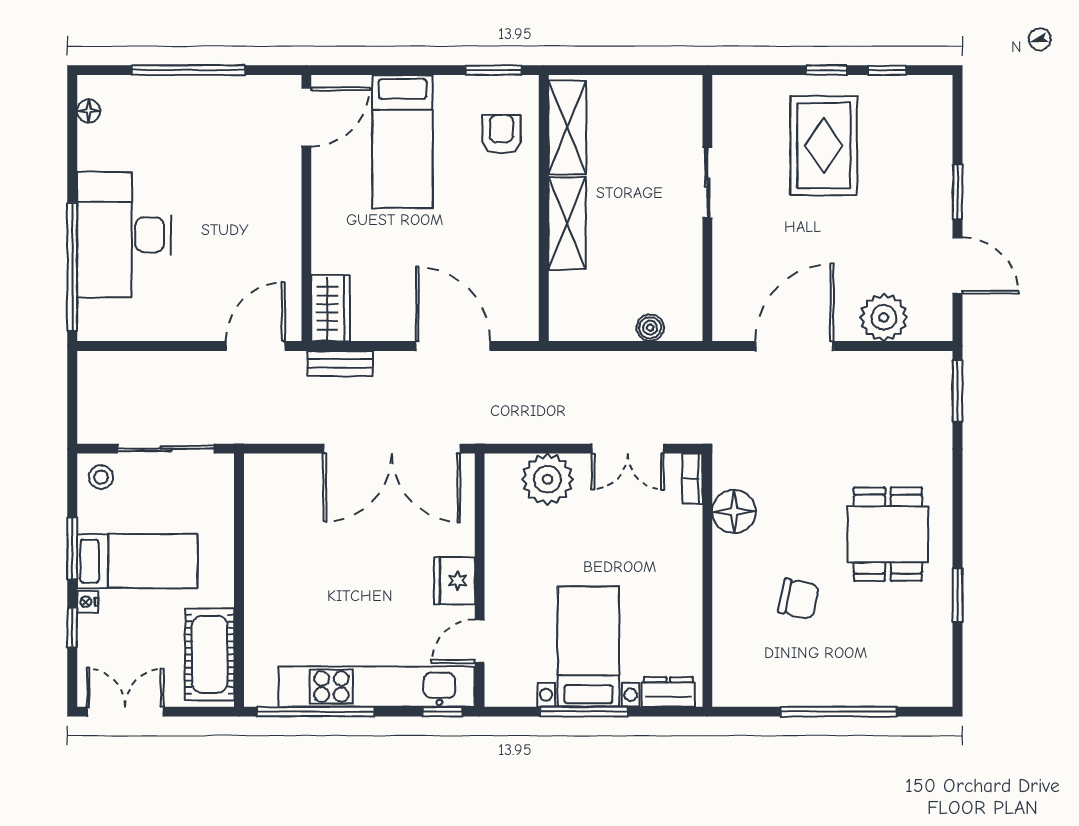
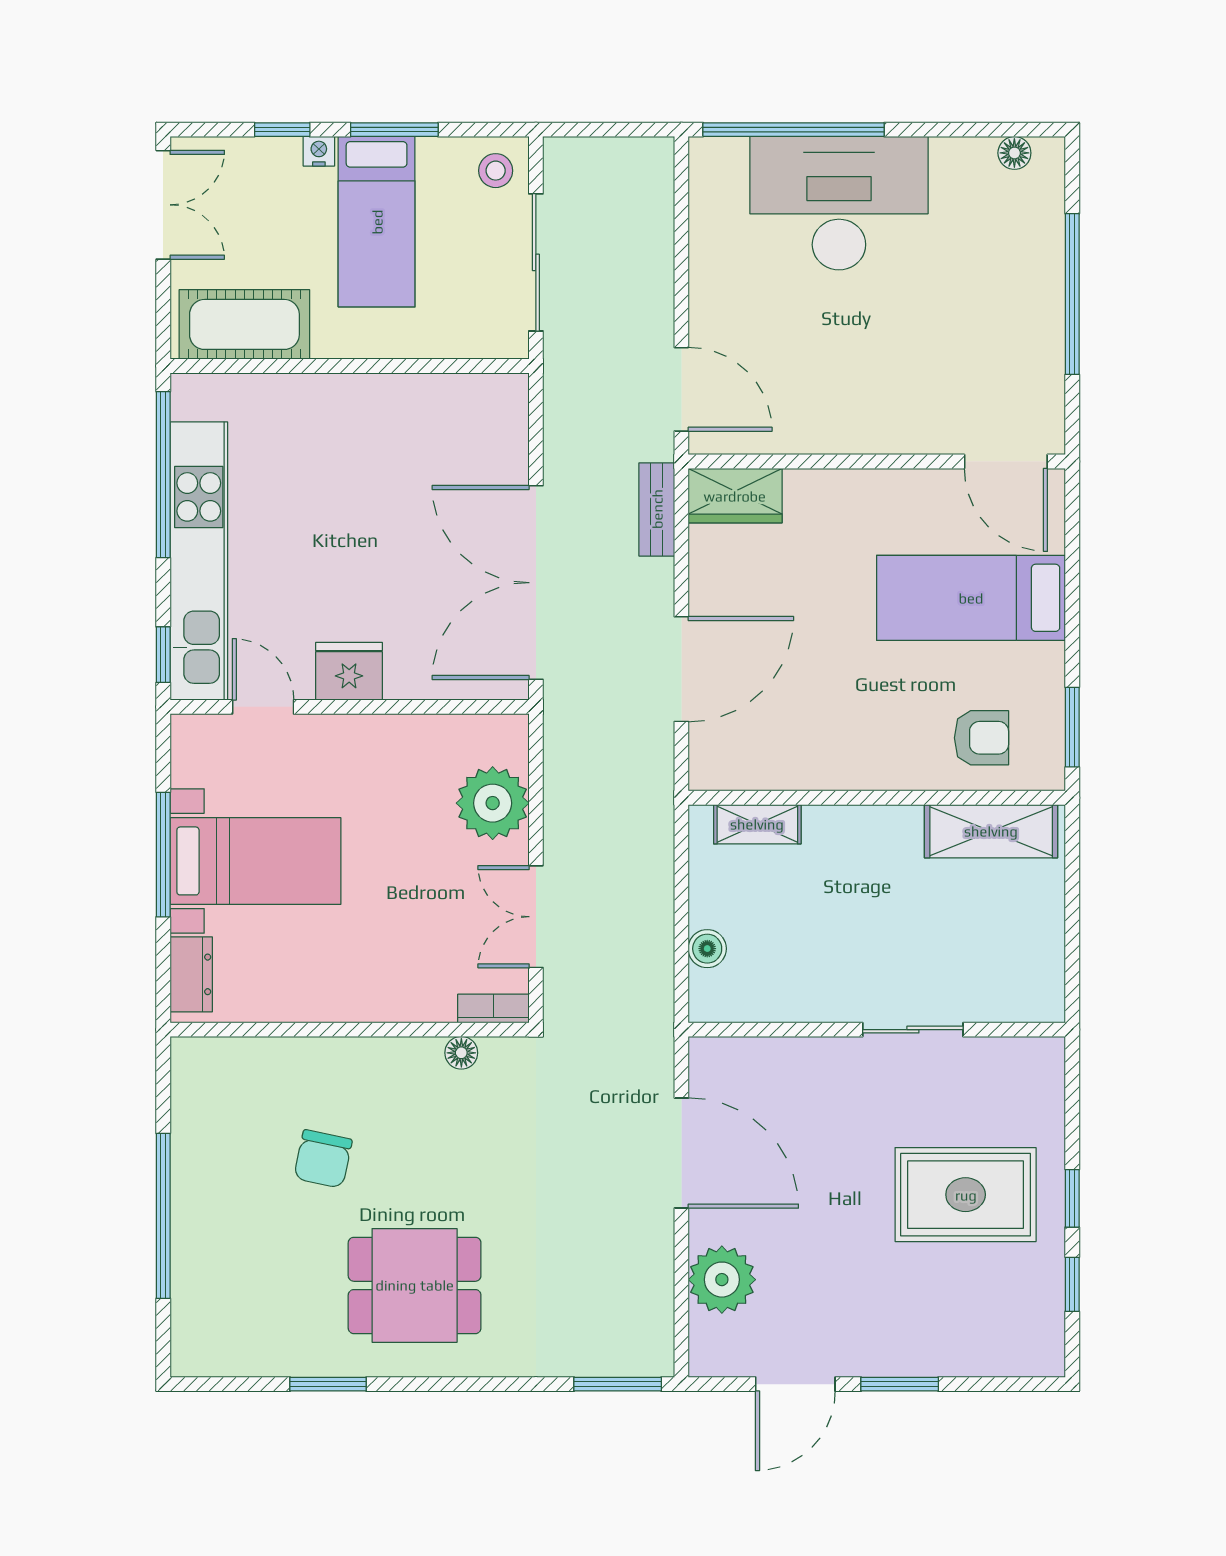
shelving: (567, 223) -> (757, 824), moved, width x0.67, depth x0.75
floor lamp: (734, 512) -> (461, 1053), width x0.53, depth x0.53

